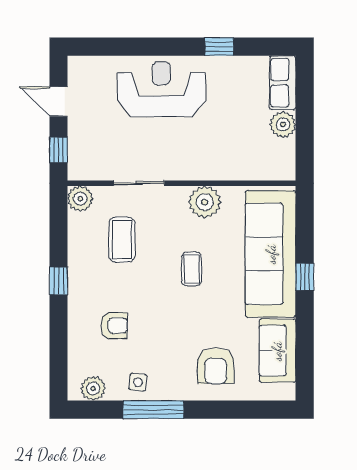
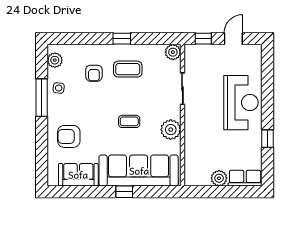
coffee table: (122, 240) -> (128, 69), moved

